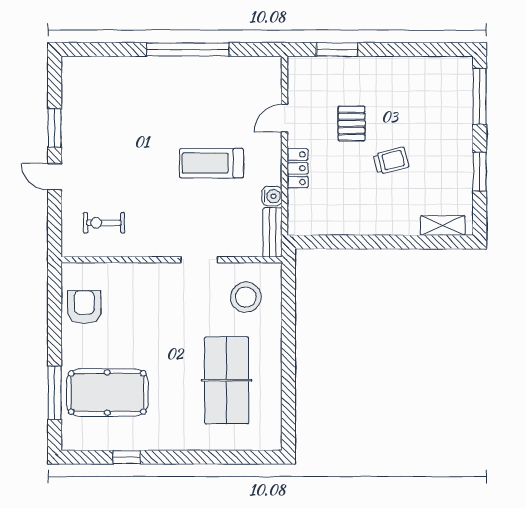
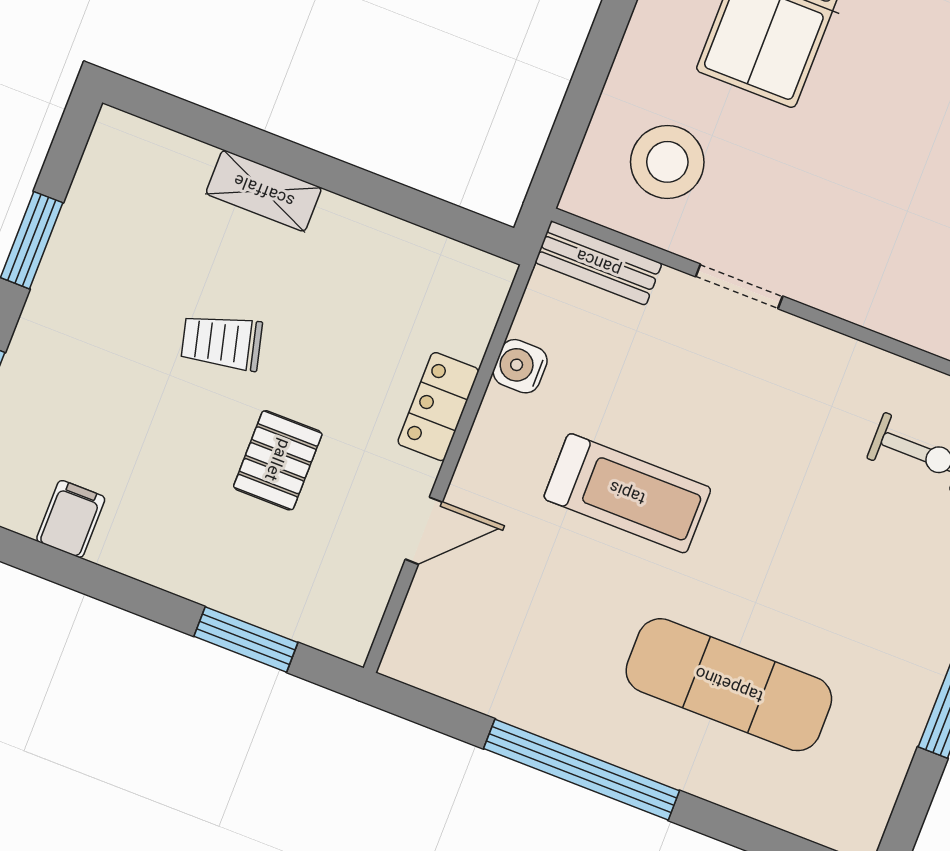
filing cabinet: (423, 70) -> (71, 519), added
exercise mat: (144, 104) -> (729, 685), added
shelving: (443, 226) -> (264, 191), moved
bench: (272, 233) -> (598, 263), moved, turned 90

